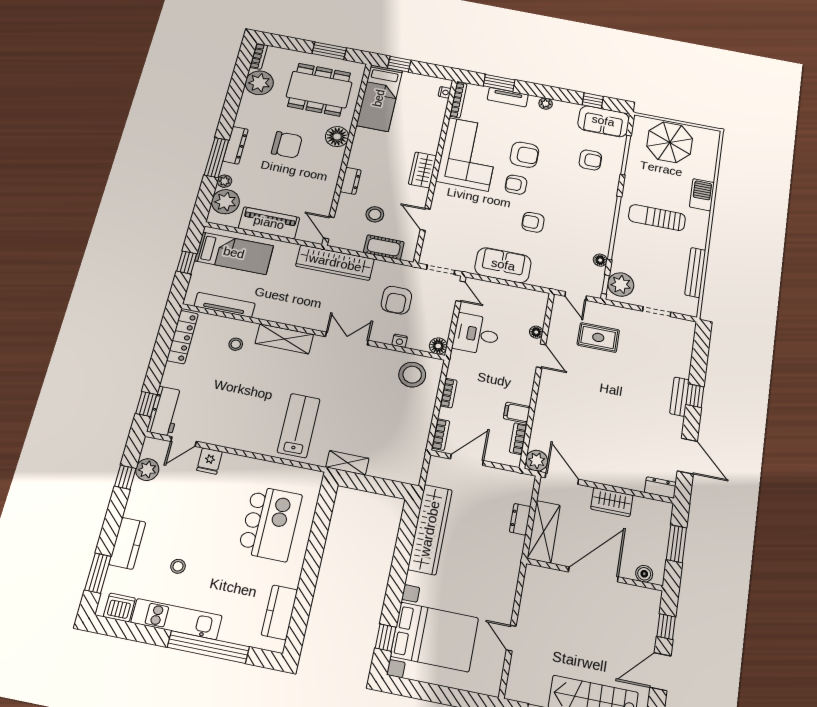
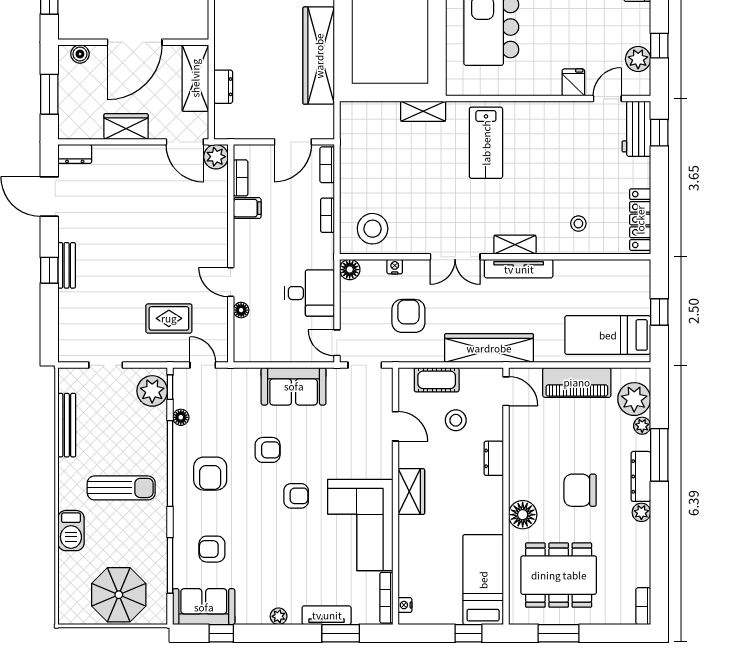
plant: (259, 83) -> (641, 512), moved, width x0.53, depth x0.53
armchair: (524, 155) -> (210, 474), moved, turned -90
tv unit: (225, 305) -> (519, 269), moved
shelving: (284, 339) -> (515, 245), width x0.67, depth x0.75

